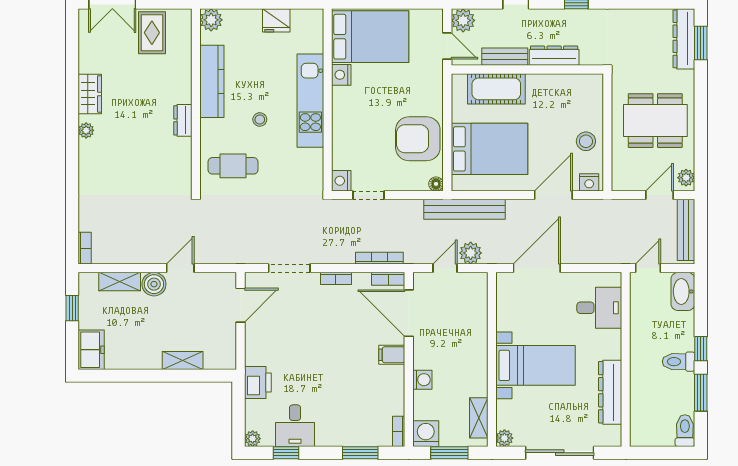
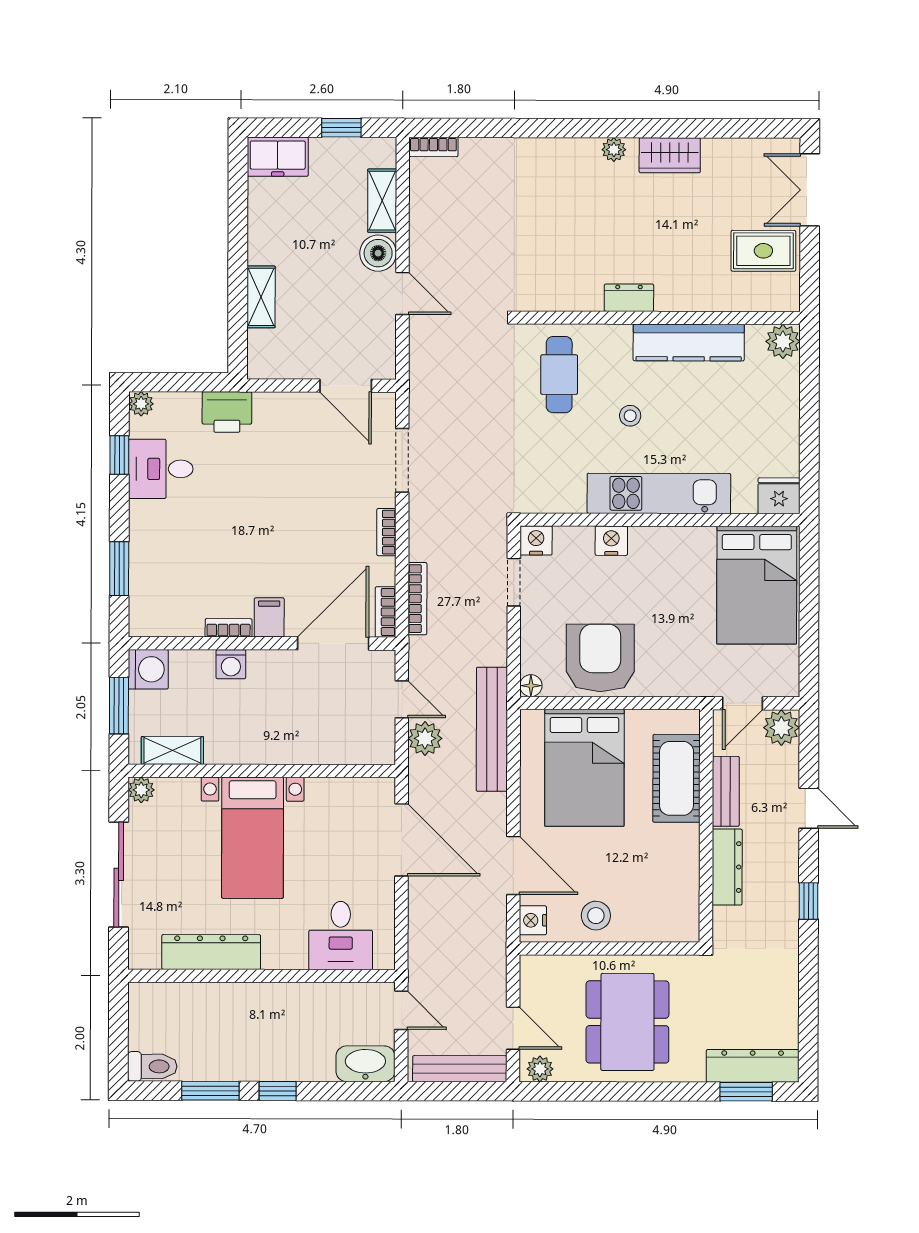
fridge: (276, 20) -> (779, 496), moved, turned 90
nightstand: (341, 75) -> (611, 541), moved
toilet: (678, 362) -> (258, 1057), removed
bookcase: (399, 431) -> (229, 628), moved

